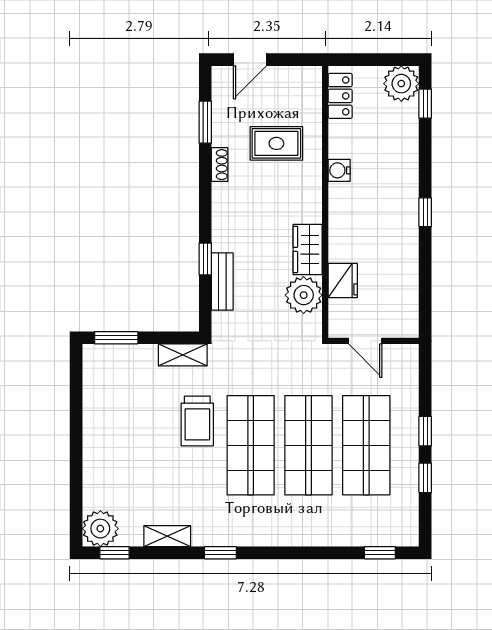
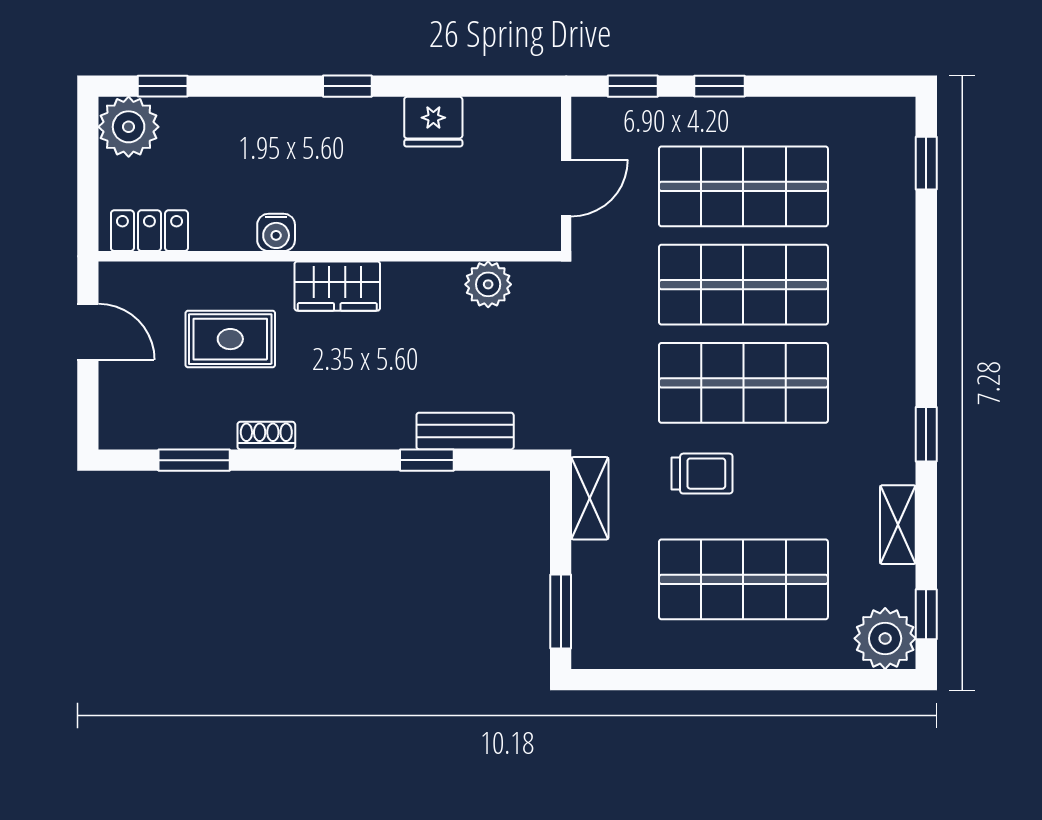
door: (250, 60) -> (88, 332), moved
rug: (276, 143) -> (230, 339), turned 90
wardrobe: (308, 249) -> (337, 286), moved
fridge: (343, 281) -> (433, 122), moved, turned 180
plant: (304, 295) -> (488, 284), width x0.73, depth x0.73
trolley: (197, 421) -> (702, 474), width x0.73, depth x0.72
shop shelf: (135, 445) -> (743, 579), added
window: (425, 478) -> (633, 86), moved

